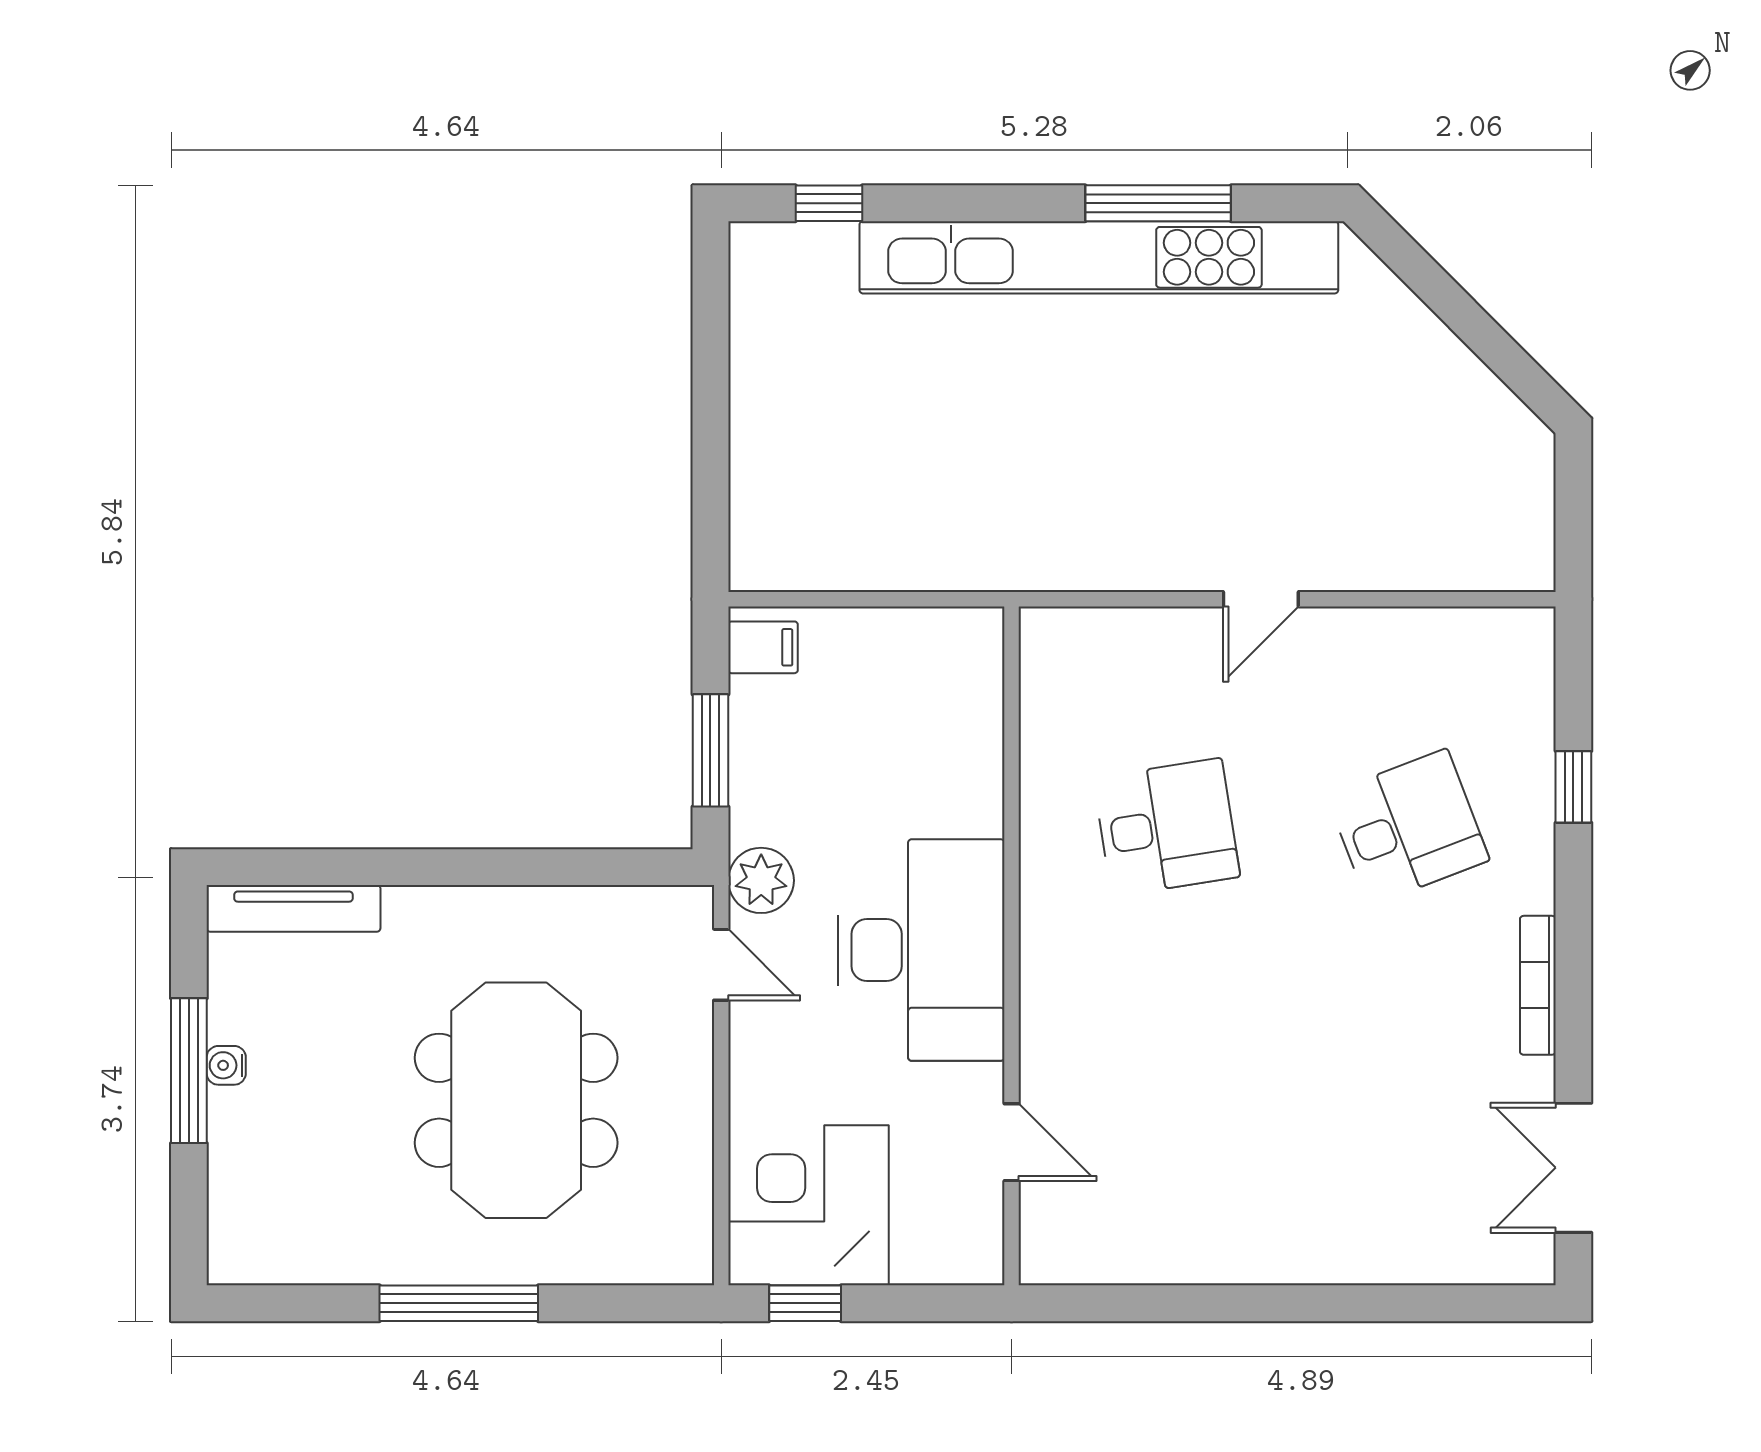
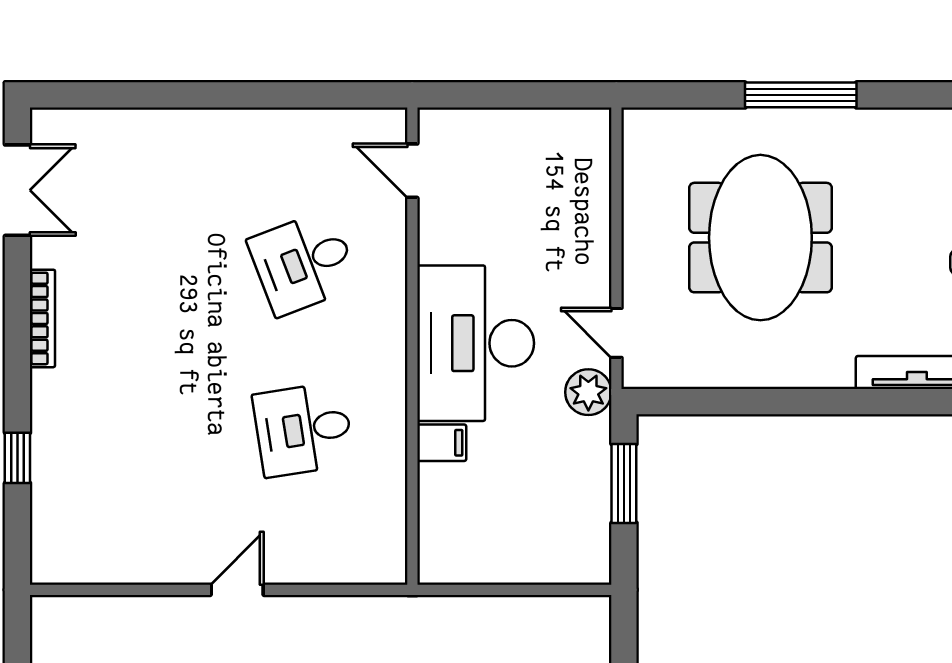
filing cabinet: (763, 647) -> (442, 443), moved, turned 180
desk: (1408, 827) -> (303, 263), moved
door: (1012, 1142) -> (412, 171), moved
corner desk: (808, 1205) -> (555, 164), removed
window: (805, 1303) -> (557, 95), removed

